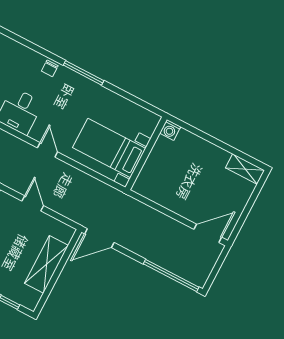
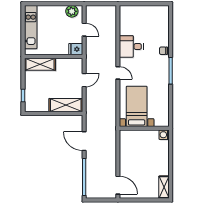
door: (48, 150) -> (118, 73), hinge flipped
door: (99, 238) -> (84, 141), moved
shelving: (46, 264) -> (66, 105), moved

